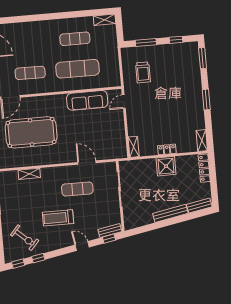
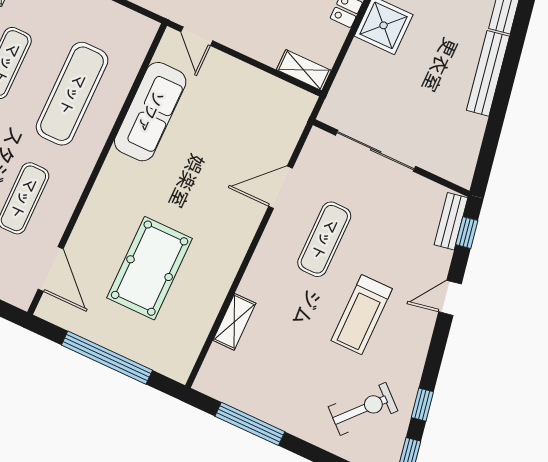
pool table: (31, 132) -> (150, 268), width x0.73, depth x0.76

